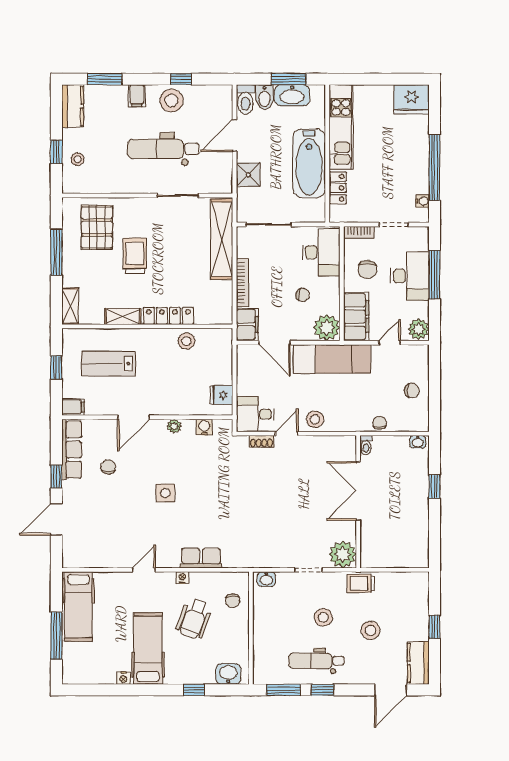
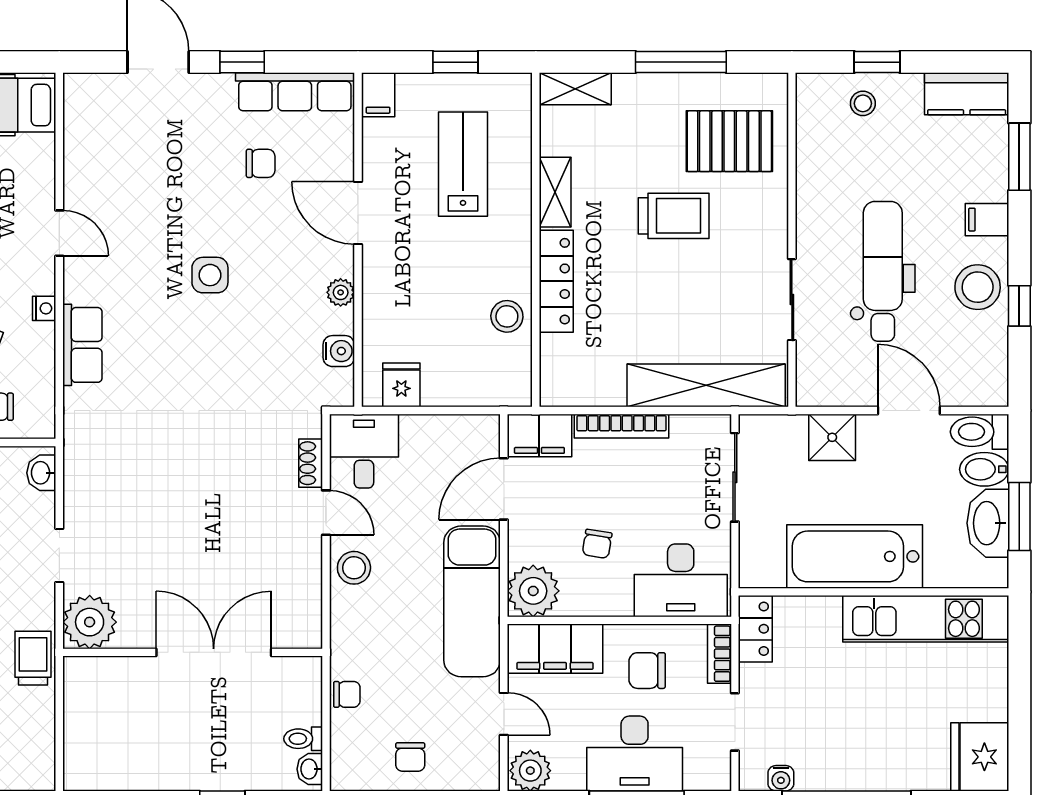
locker: (338, 188) -> (755, 629), moved, turned -90
toilet: (366, 445) -> (303, 739), moved

